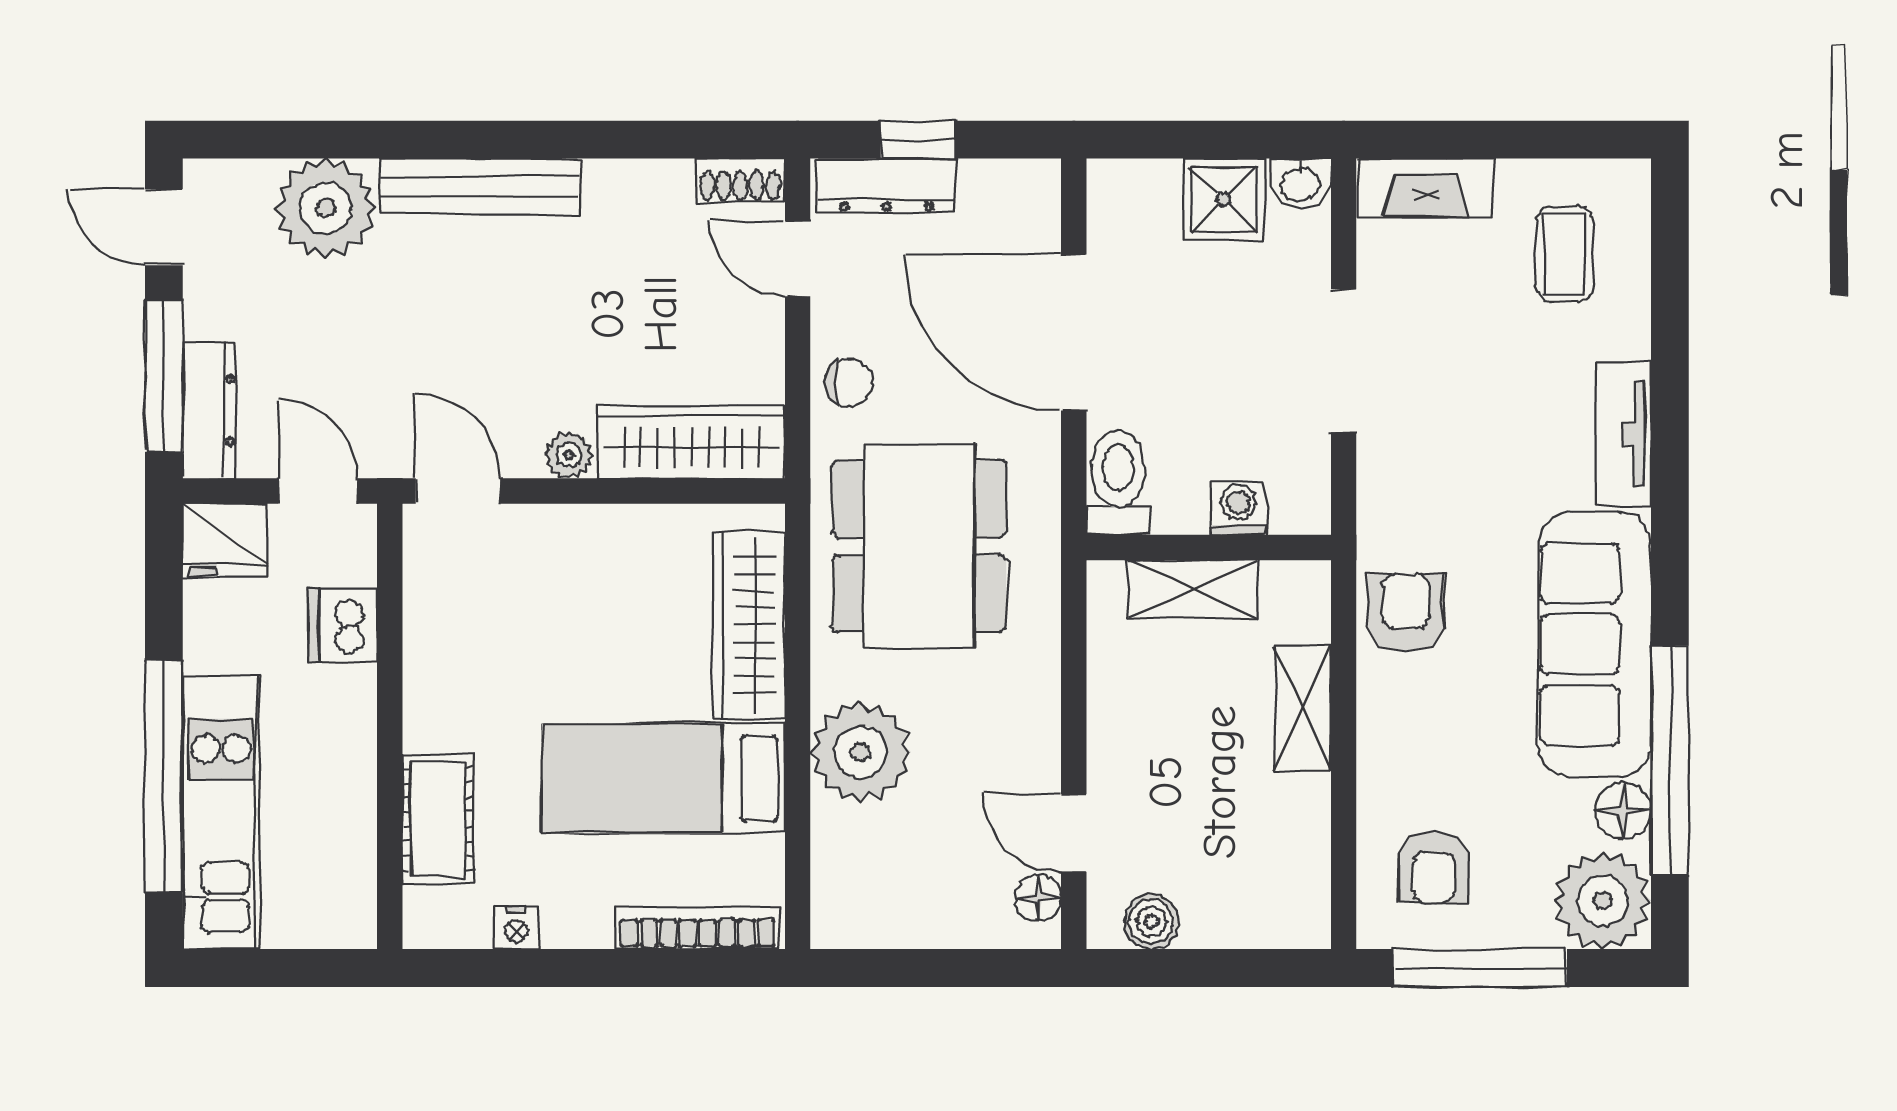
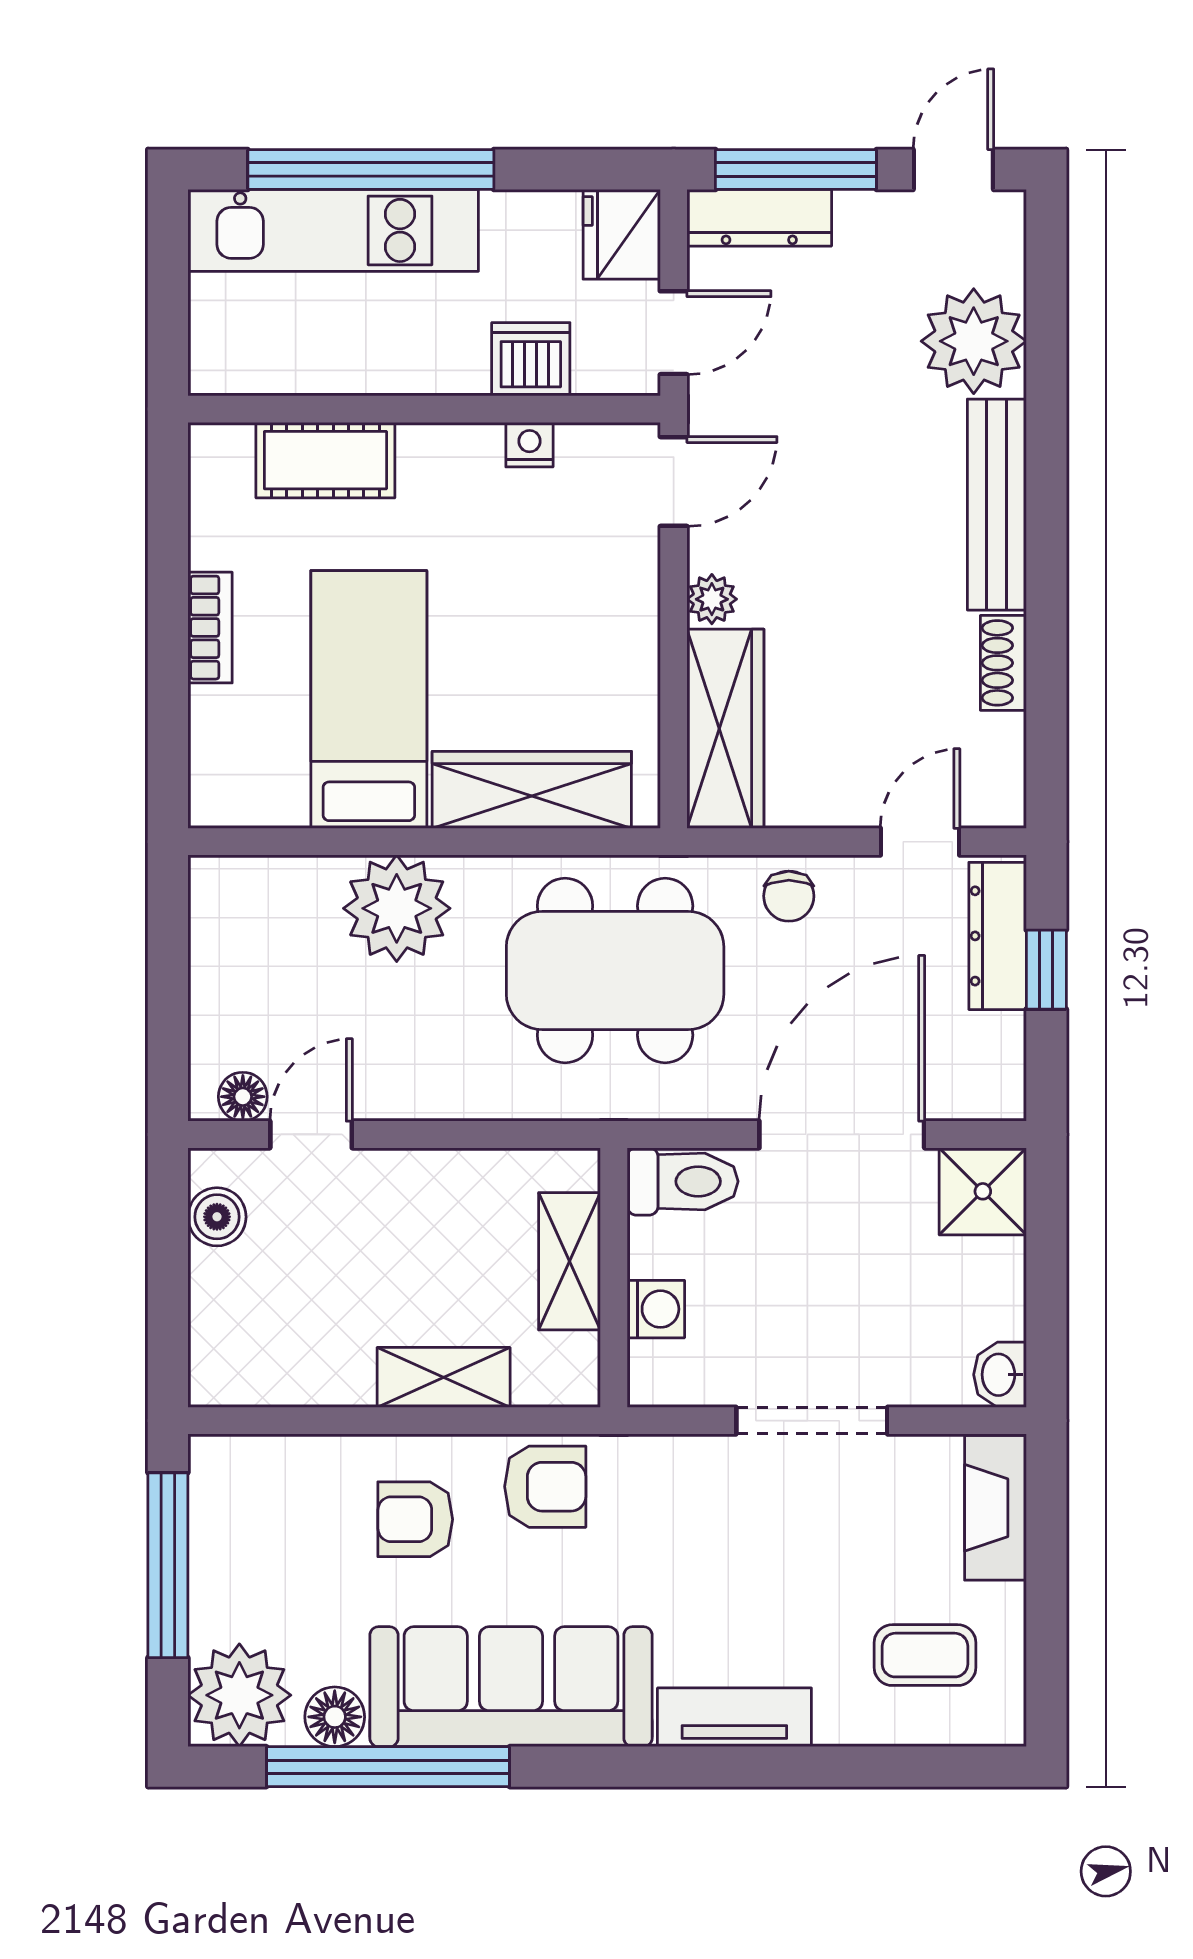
shoe rack: (740, 180) -> (1003, 663), moved
shower: (1223, 200) -> (983, 1191), moved
armchair: (1434, 867) -> (415, 1519), moved
nightstand: (516, 928) -> (529, 445), moved, turned 90
bookcase: (698, 928) -> (210, 628), moved, width x0.64

